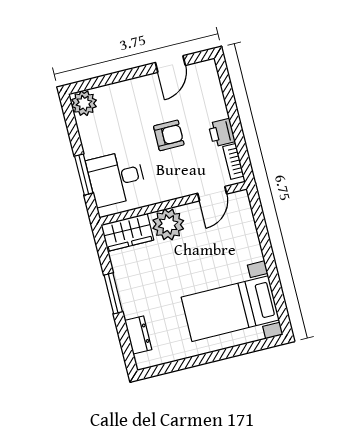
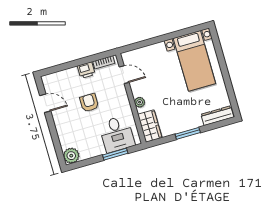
plant: (168, 224) -> (140, 102), width x0.53, depth x0.53
dresser: (138, 335) -> (217, 116), width x1.44

